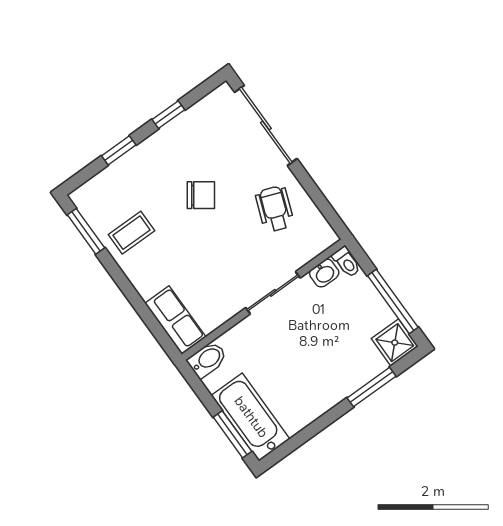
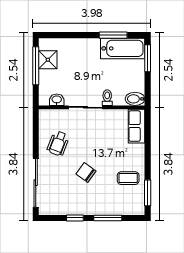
window: (119, 150) -> (108, 218), width x1.50
toilet: (346, 262) -> (107, 98), moved
shower: (395, 343) -> (48, 60), moved
window: (372, 387) -> (113, 35), moved
bathtub: (251, 417) -> (123, 48), moved, turned -90

